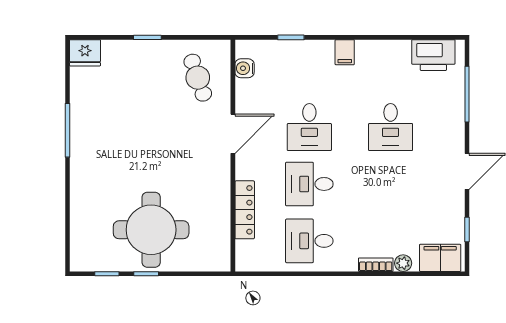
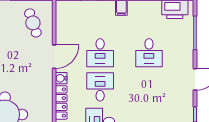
water cooler: (245, 68) -> (61, 78), moved
desk: (309, 184) -> (100, 87), turned 90

